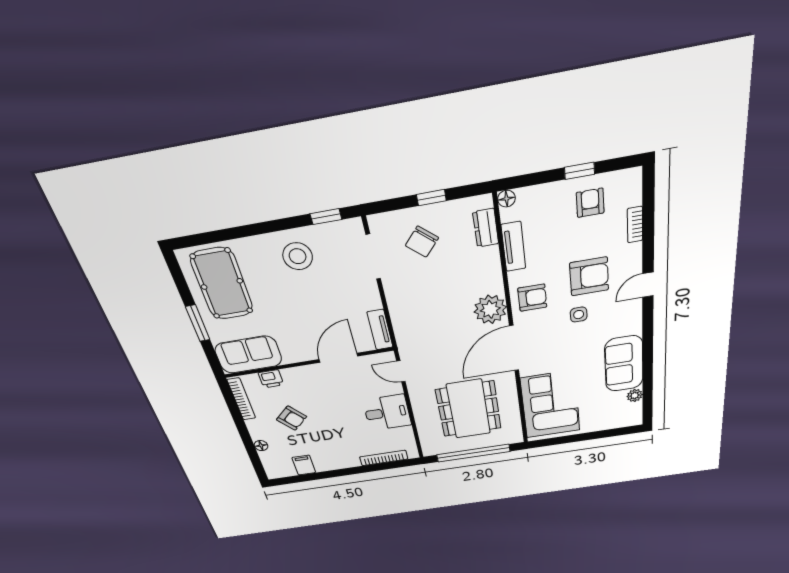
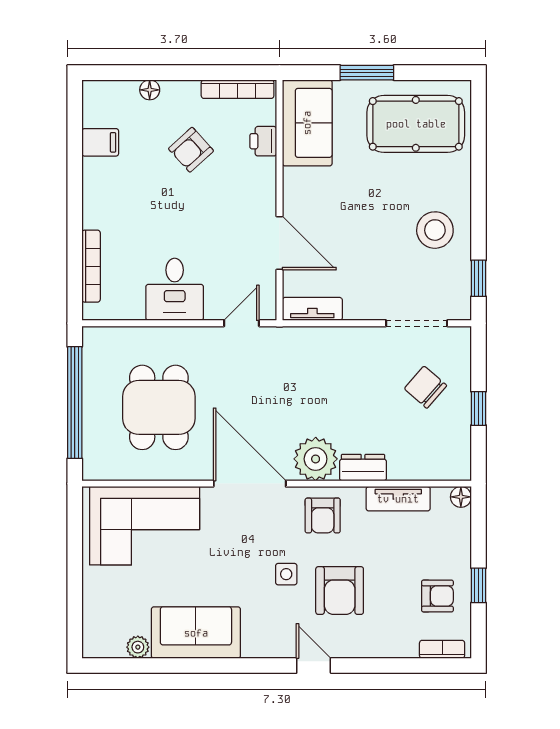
bookcase: (635, 225) -> (442, 649), moved
dresser: (486, 228) -> (363, 468), moved
dining table: (469, 409) -> (159, 407), width x0.73

